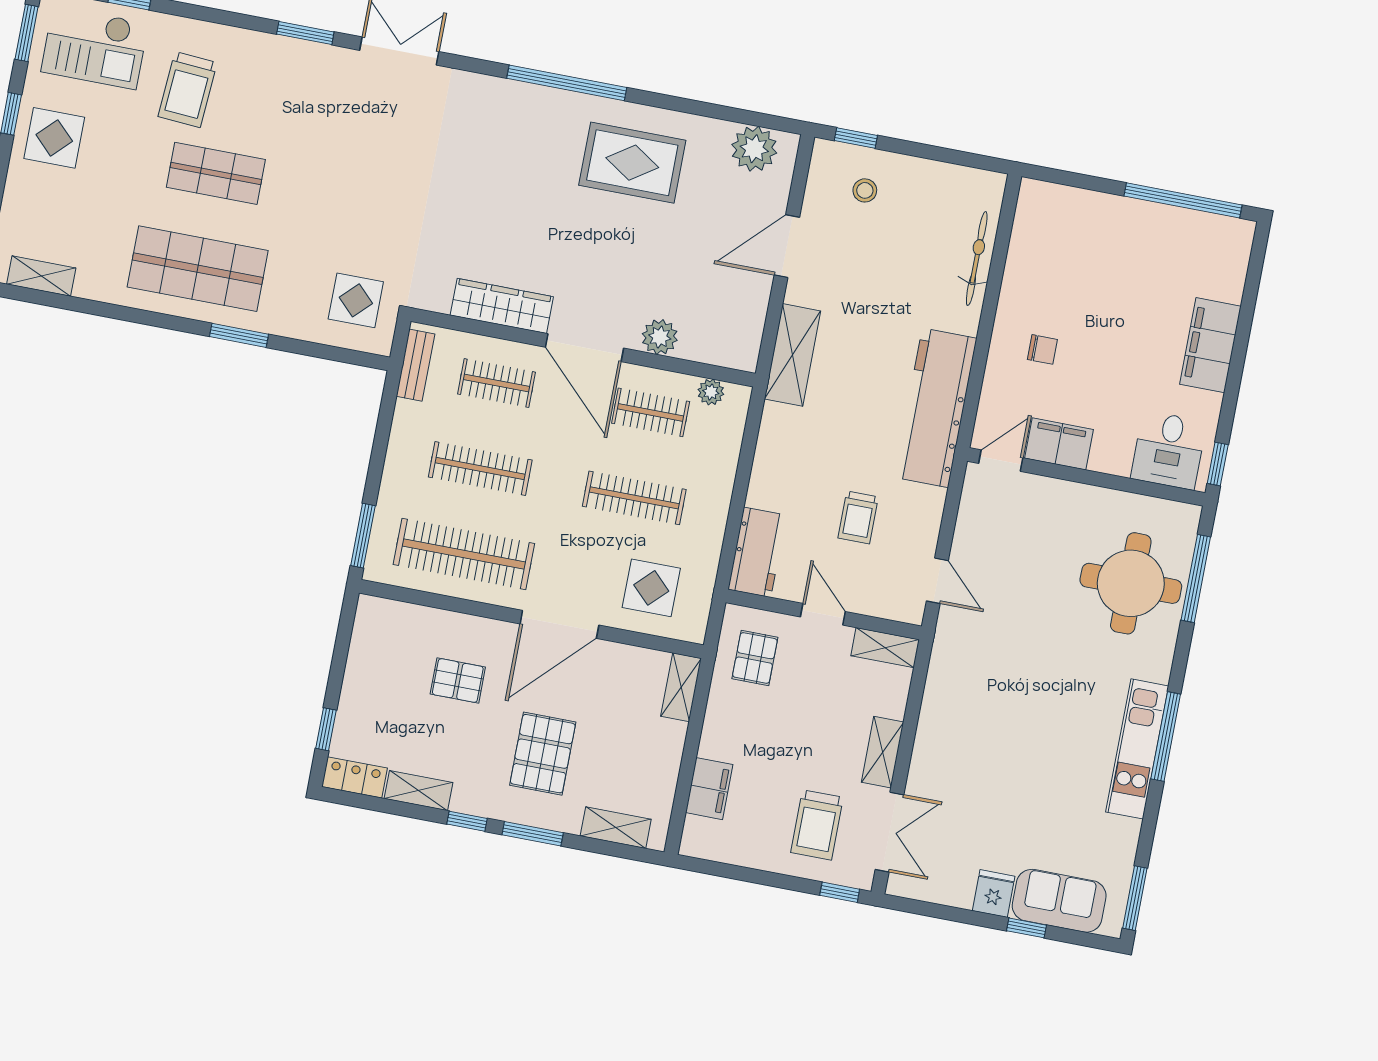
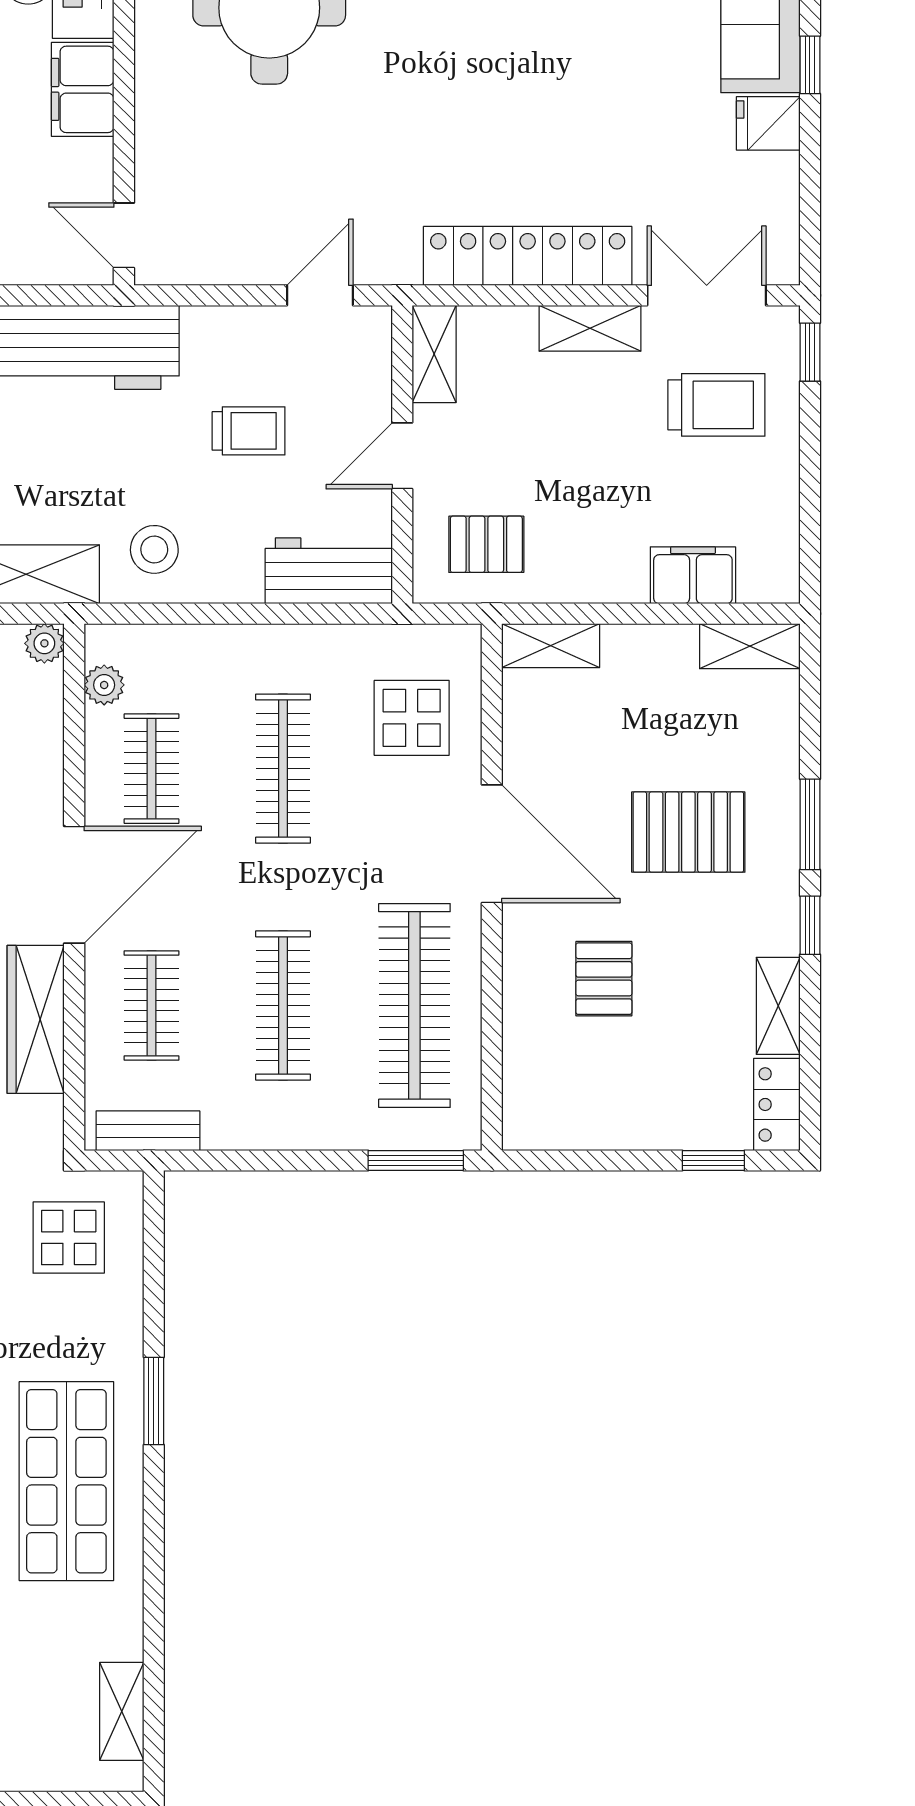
plant: (660, 337) -> (44, 643), moved, width x0.73, depth x0.73
stool: (793, 441) -> (154, 549), added
filing cabinet: (1059, 444) -> (83, 89), moved
locker: (937, 721) -> (528, 256), added
shelving: (616, 828) -> (750, 646), moved, turned 90

